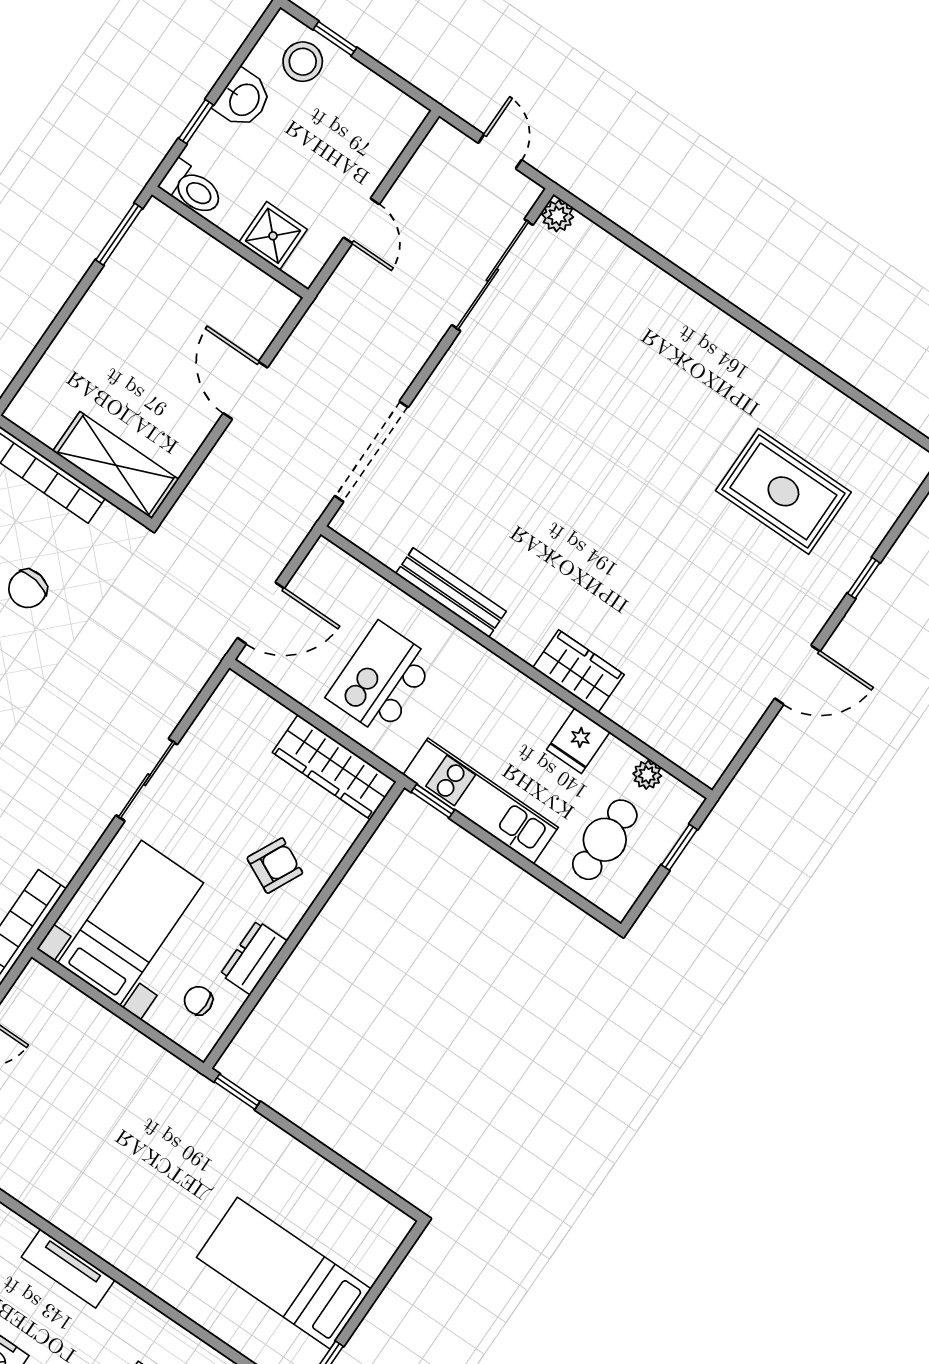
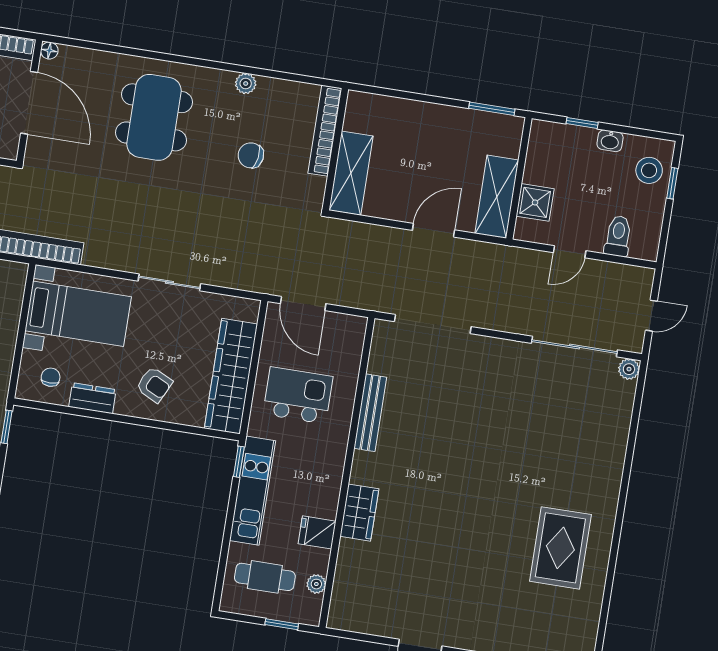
washbasin: (243, 99) -> (610, 141), width x0.72, depth x0.69
toilet: (192, 188) -> (618, 236), moved, turned 180
shelving: (241, 284) -> (497, 197), added
rug: (783, 491) -> (560, 548), moved
wardrobe: (334, 767) -> (231, 376), width x1.40, depth x1.17

